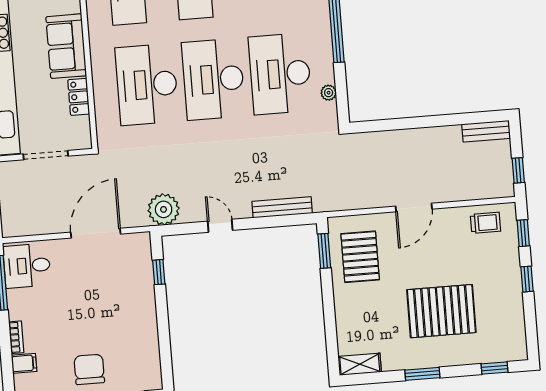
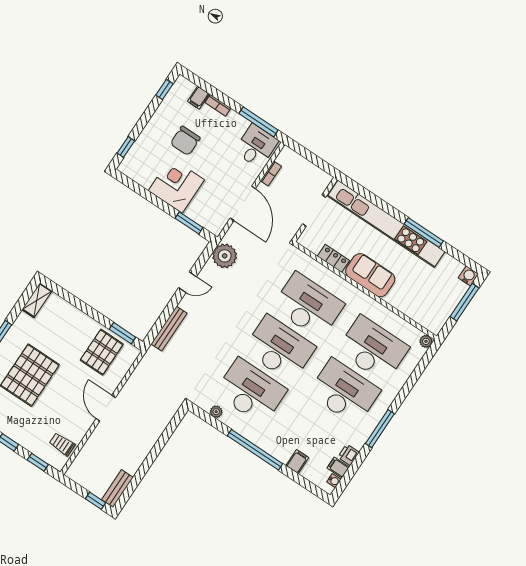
window: (518, 170) -> (95, 501), moved
trolley: (485, 223) -> (62, 444), turned 90
bookcase: (43, 229) -> (271, 173), added
pallet: (360, 257) -> (102, 352), turned 90
window: (159, 272) -> (189, 223), width x1.50
corner desk: (131, 315) -> (176, 185), added
chair: (89, 369) -> (185, 141), moved, turned 90

